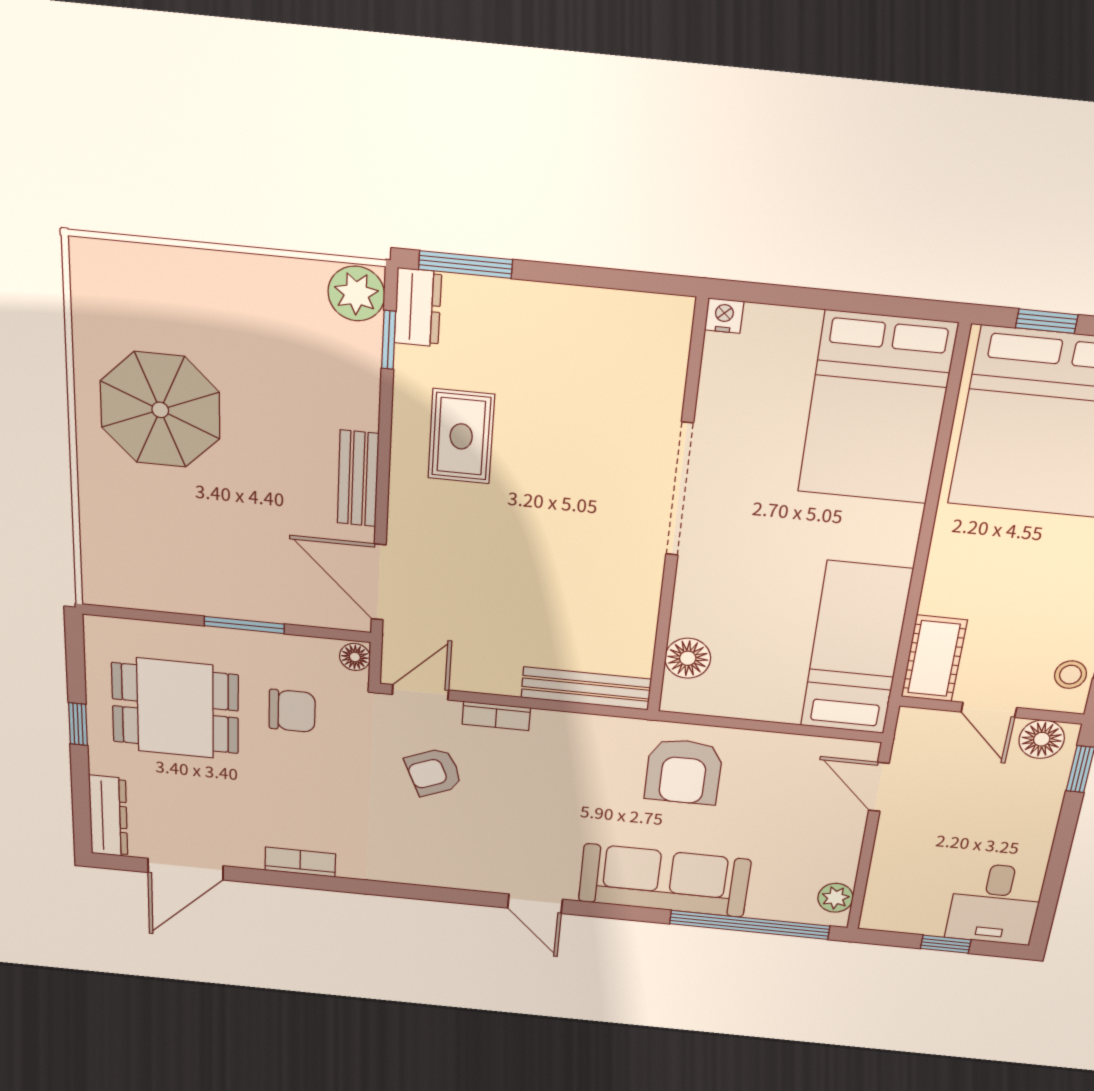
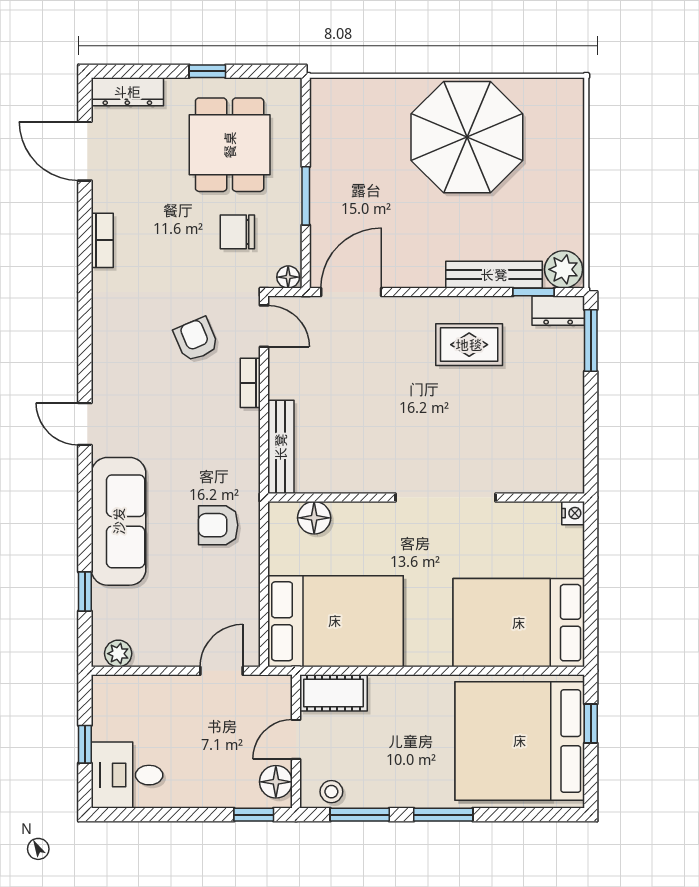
parasol: (160, 410) -> (467, 137), width x1.36, depth x1.36
bench: (358, 479) -> (494, 275), moved, width x1.36
bed: (856, 648) -> (335, 621), width x1.50
chair: (292, 711) -> (237, 232), turned 90
armchair: (683, 772) -> (218, 525), width x0.72, depth x0.72
door: (535, 904) -> (85, 424), hinge flipped
window: (750, 925) -> (85, 592), width x0.32

